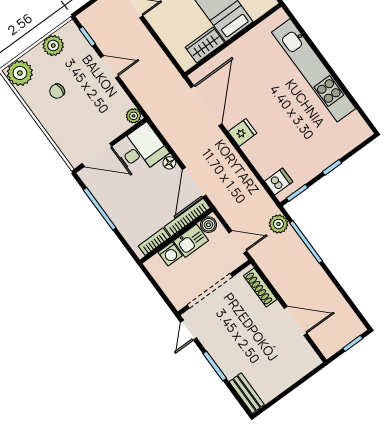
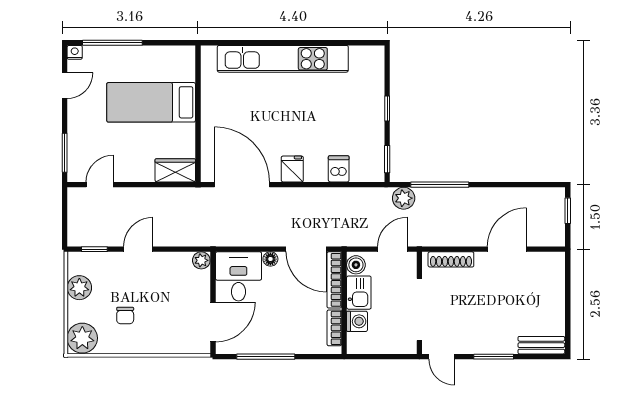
wardrobe: (205, 45) -> (175, 170), moved, turned 90
dishwasher: (279, 181) -> (339, 169), moved

